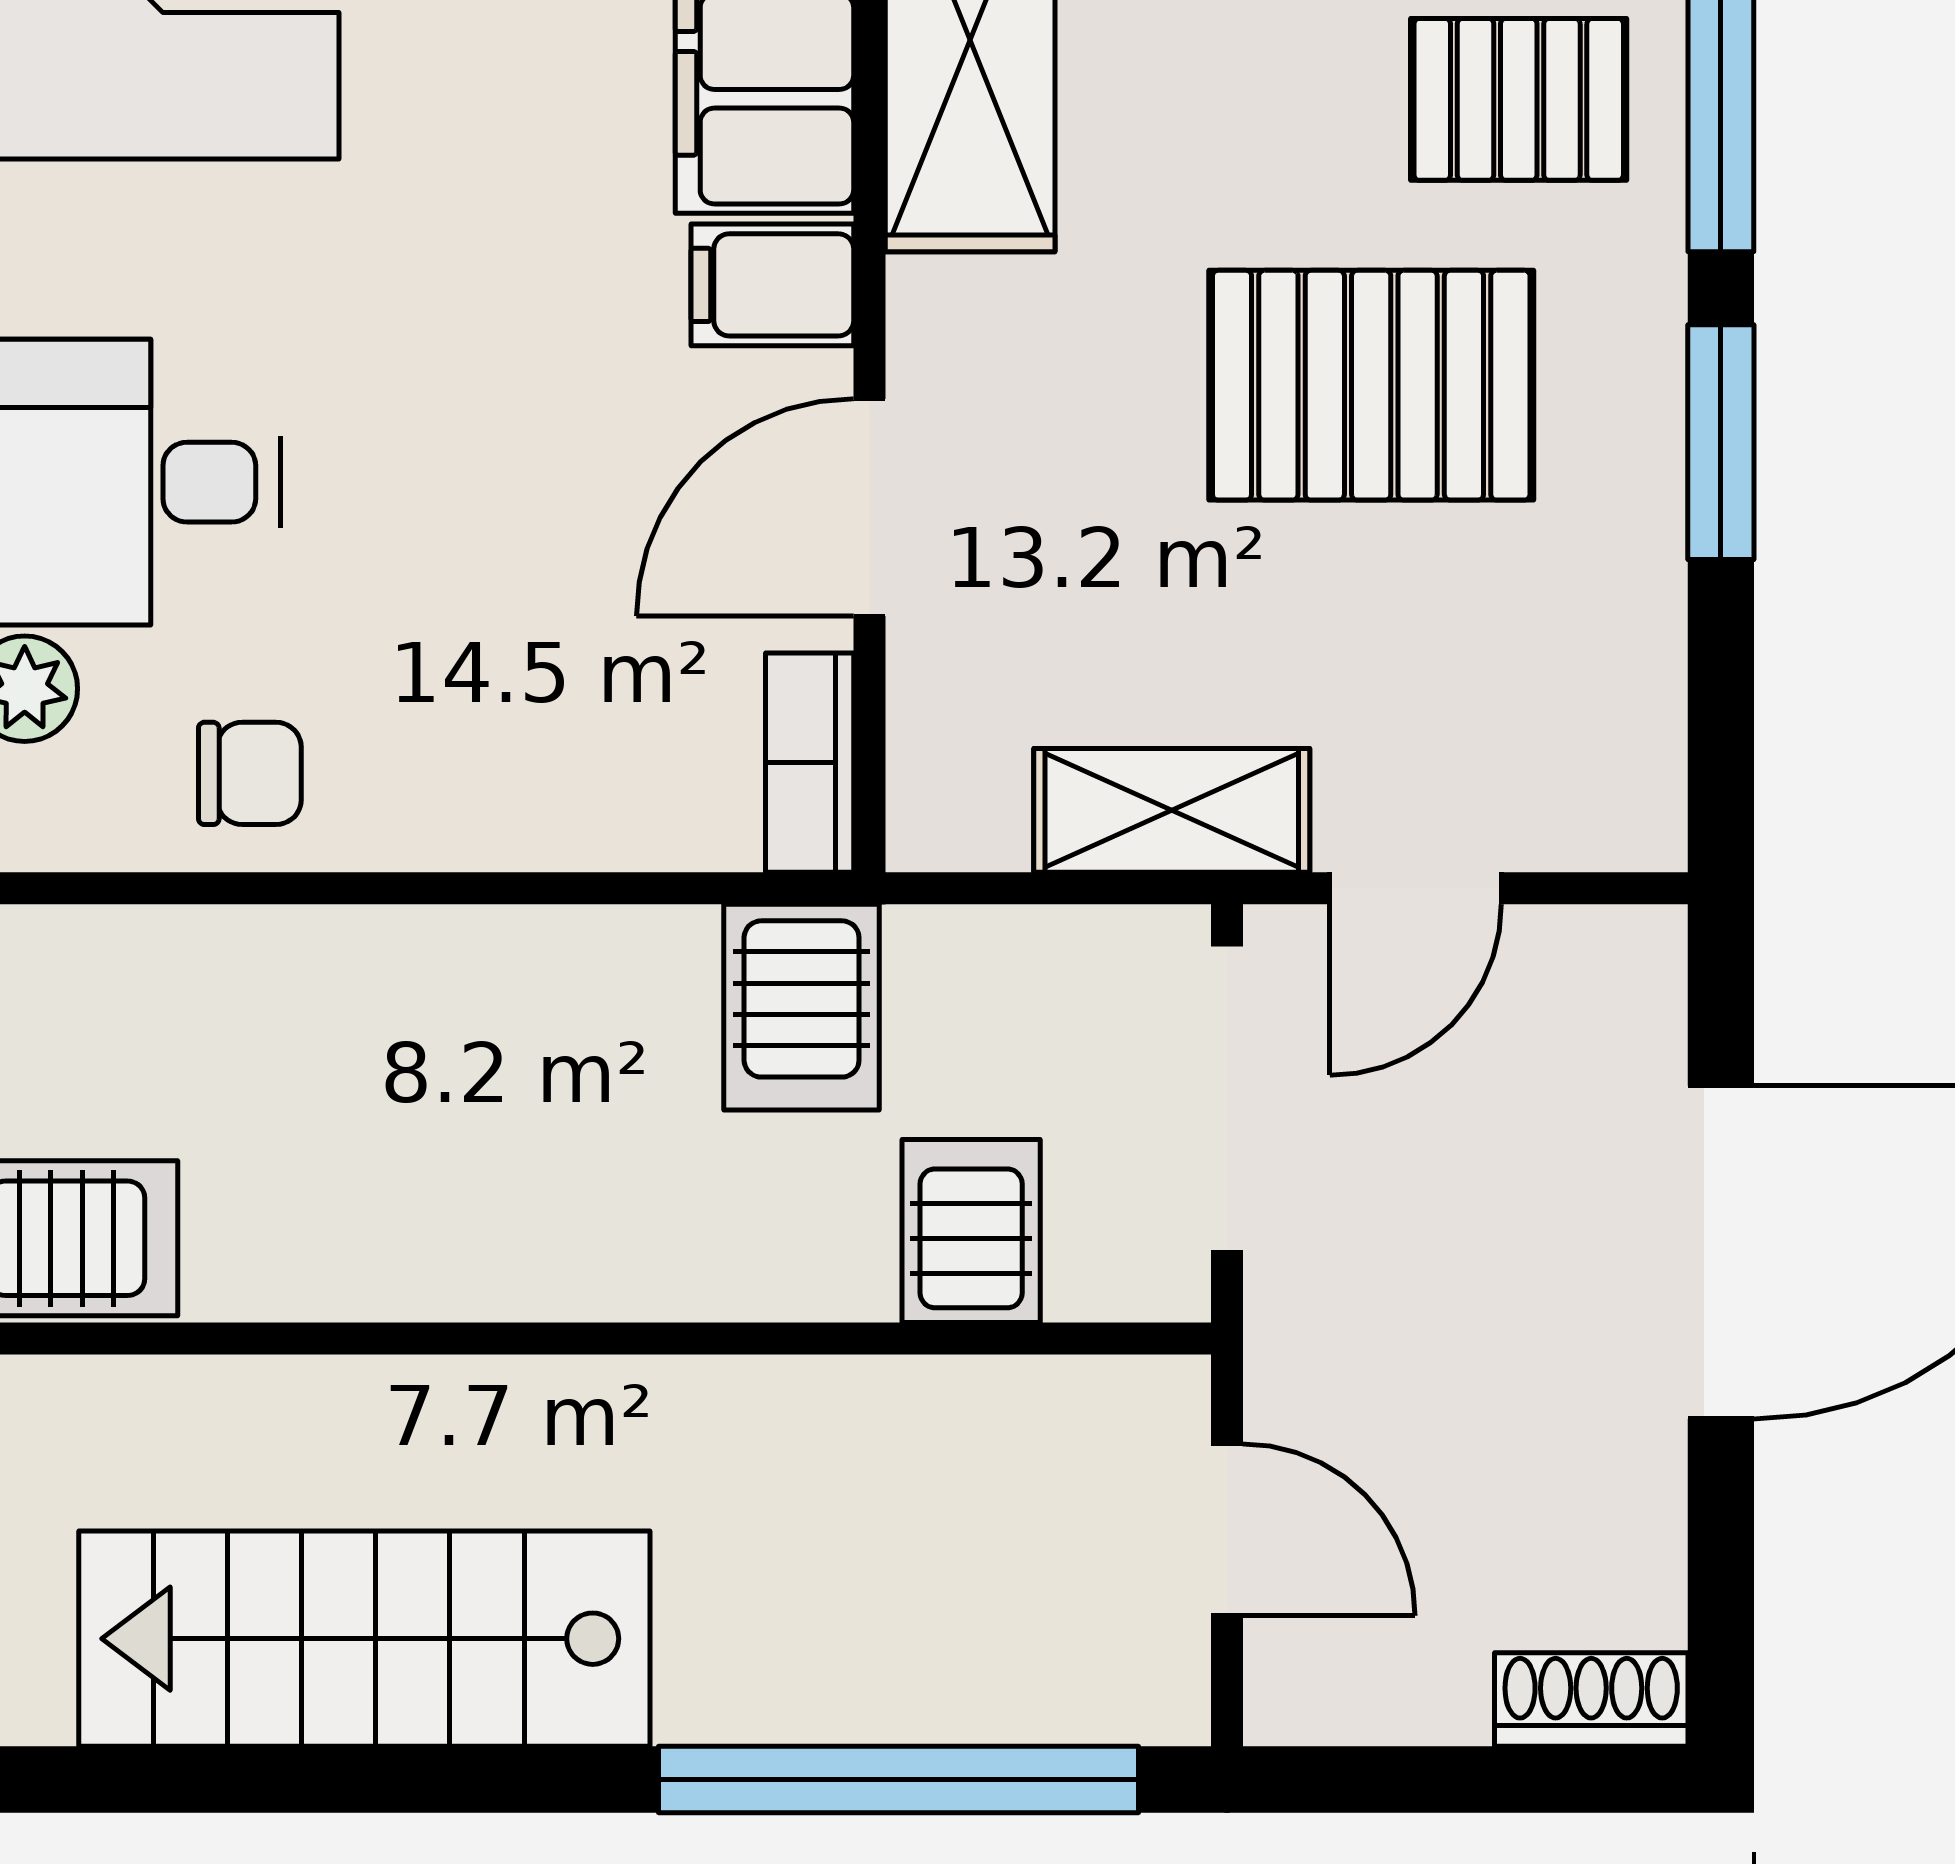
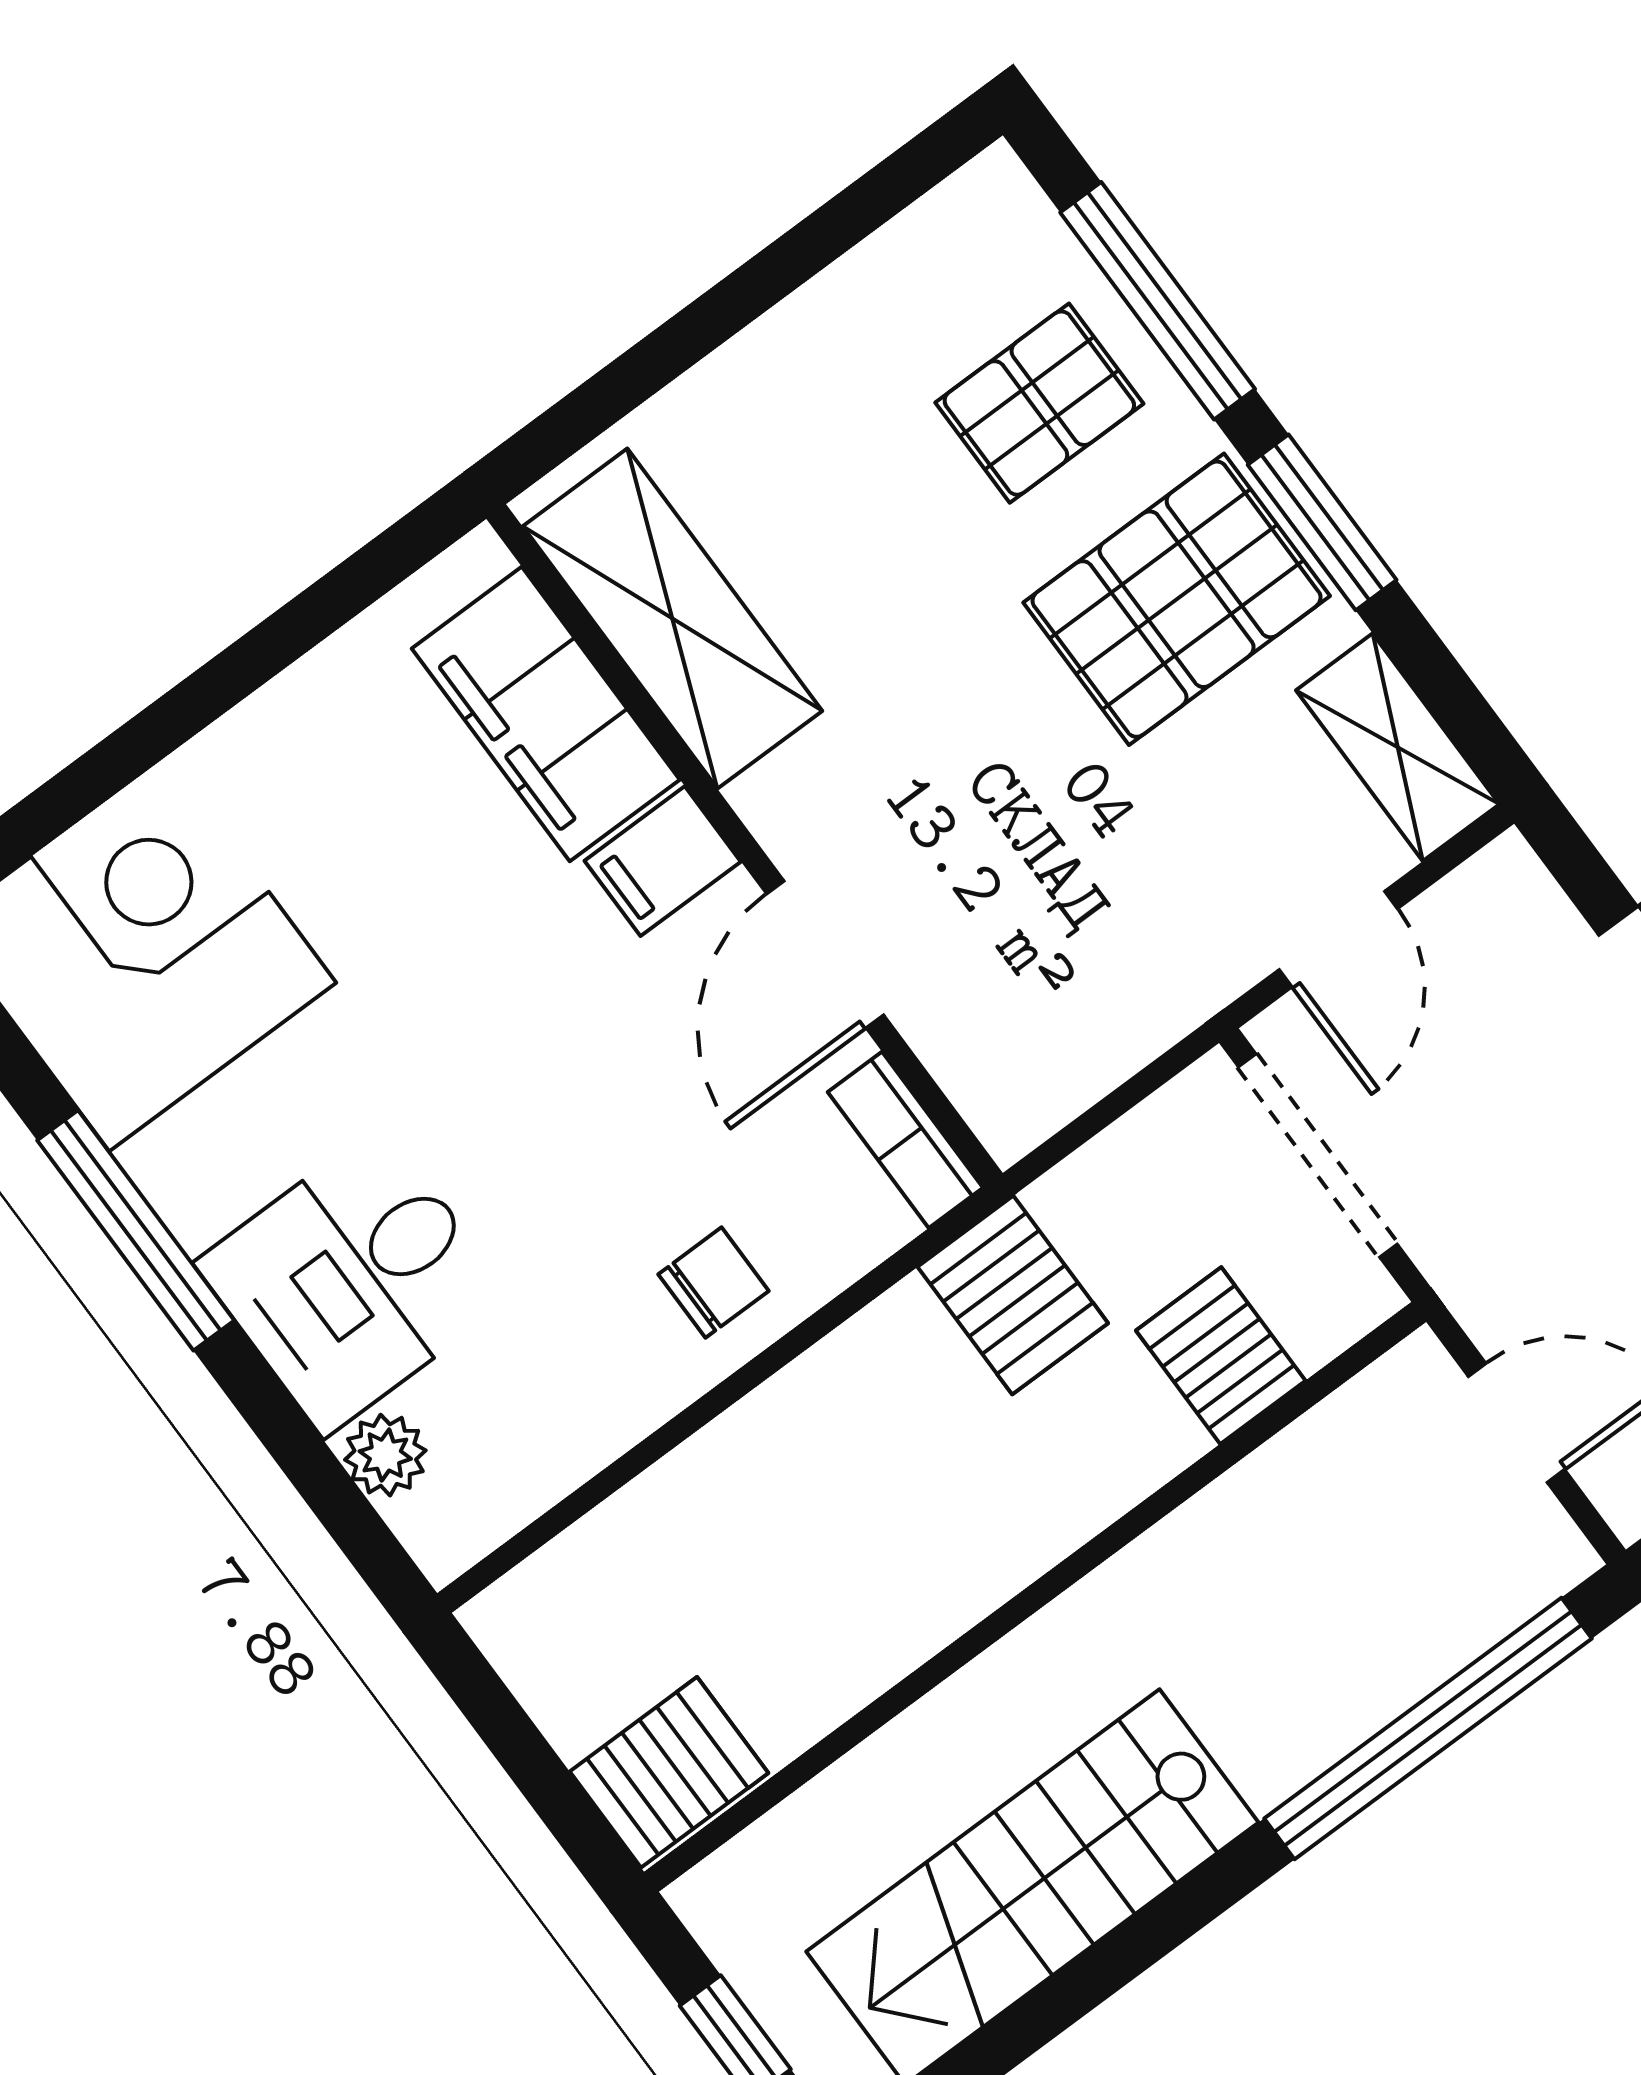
pallet: (1371, 385) -> (1177, 599), moved
chair: (250, 773) -> (713, 1283), moved
shelving: (1172, 810) -> (1398, 747), moved, turned 90

